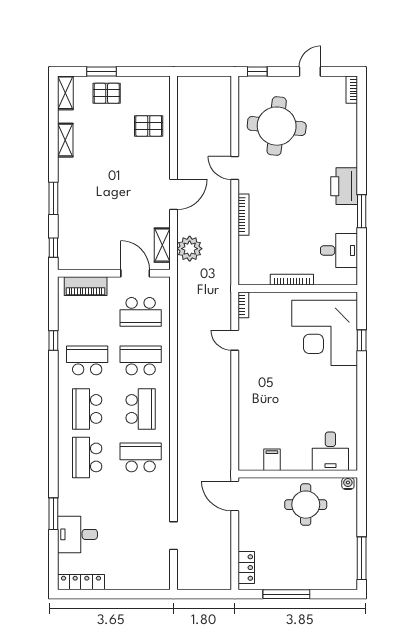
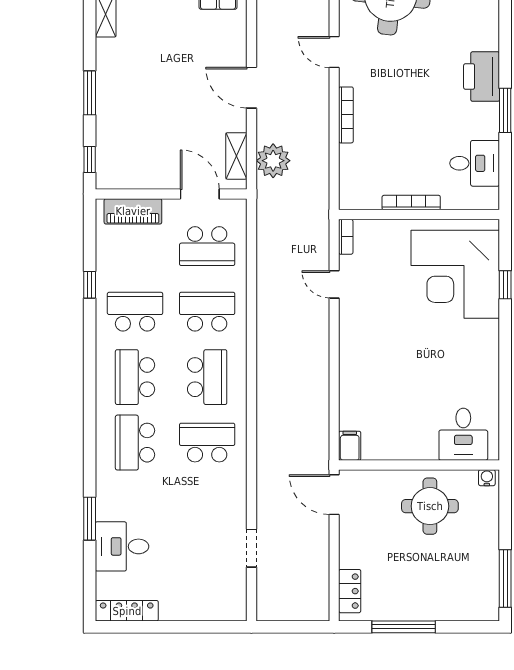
door: (173, 194) -> (251, 88), swing flipped
filing cabinet: (272, 460) -> (350, 446), moved

